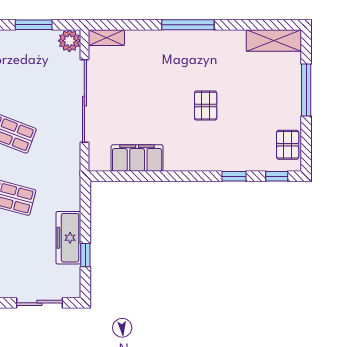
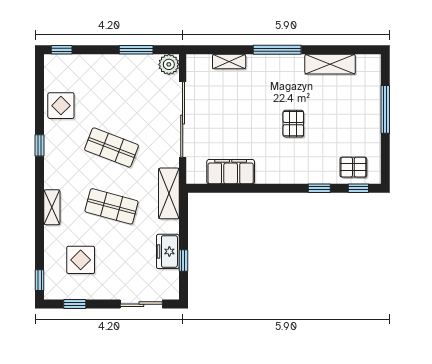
shelving: (106, 38) -> (229, 62), moved
shelving: (274, 40) -> (330, 64), moved
pallet: (288, 145) -> (353, 167), moved, turned 90
shelving: (70, 182) -> (169, 193), added
freezer: (68, 238) -> (168, 251), width x0.71

